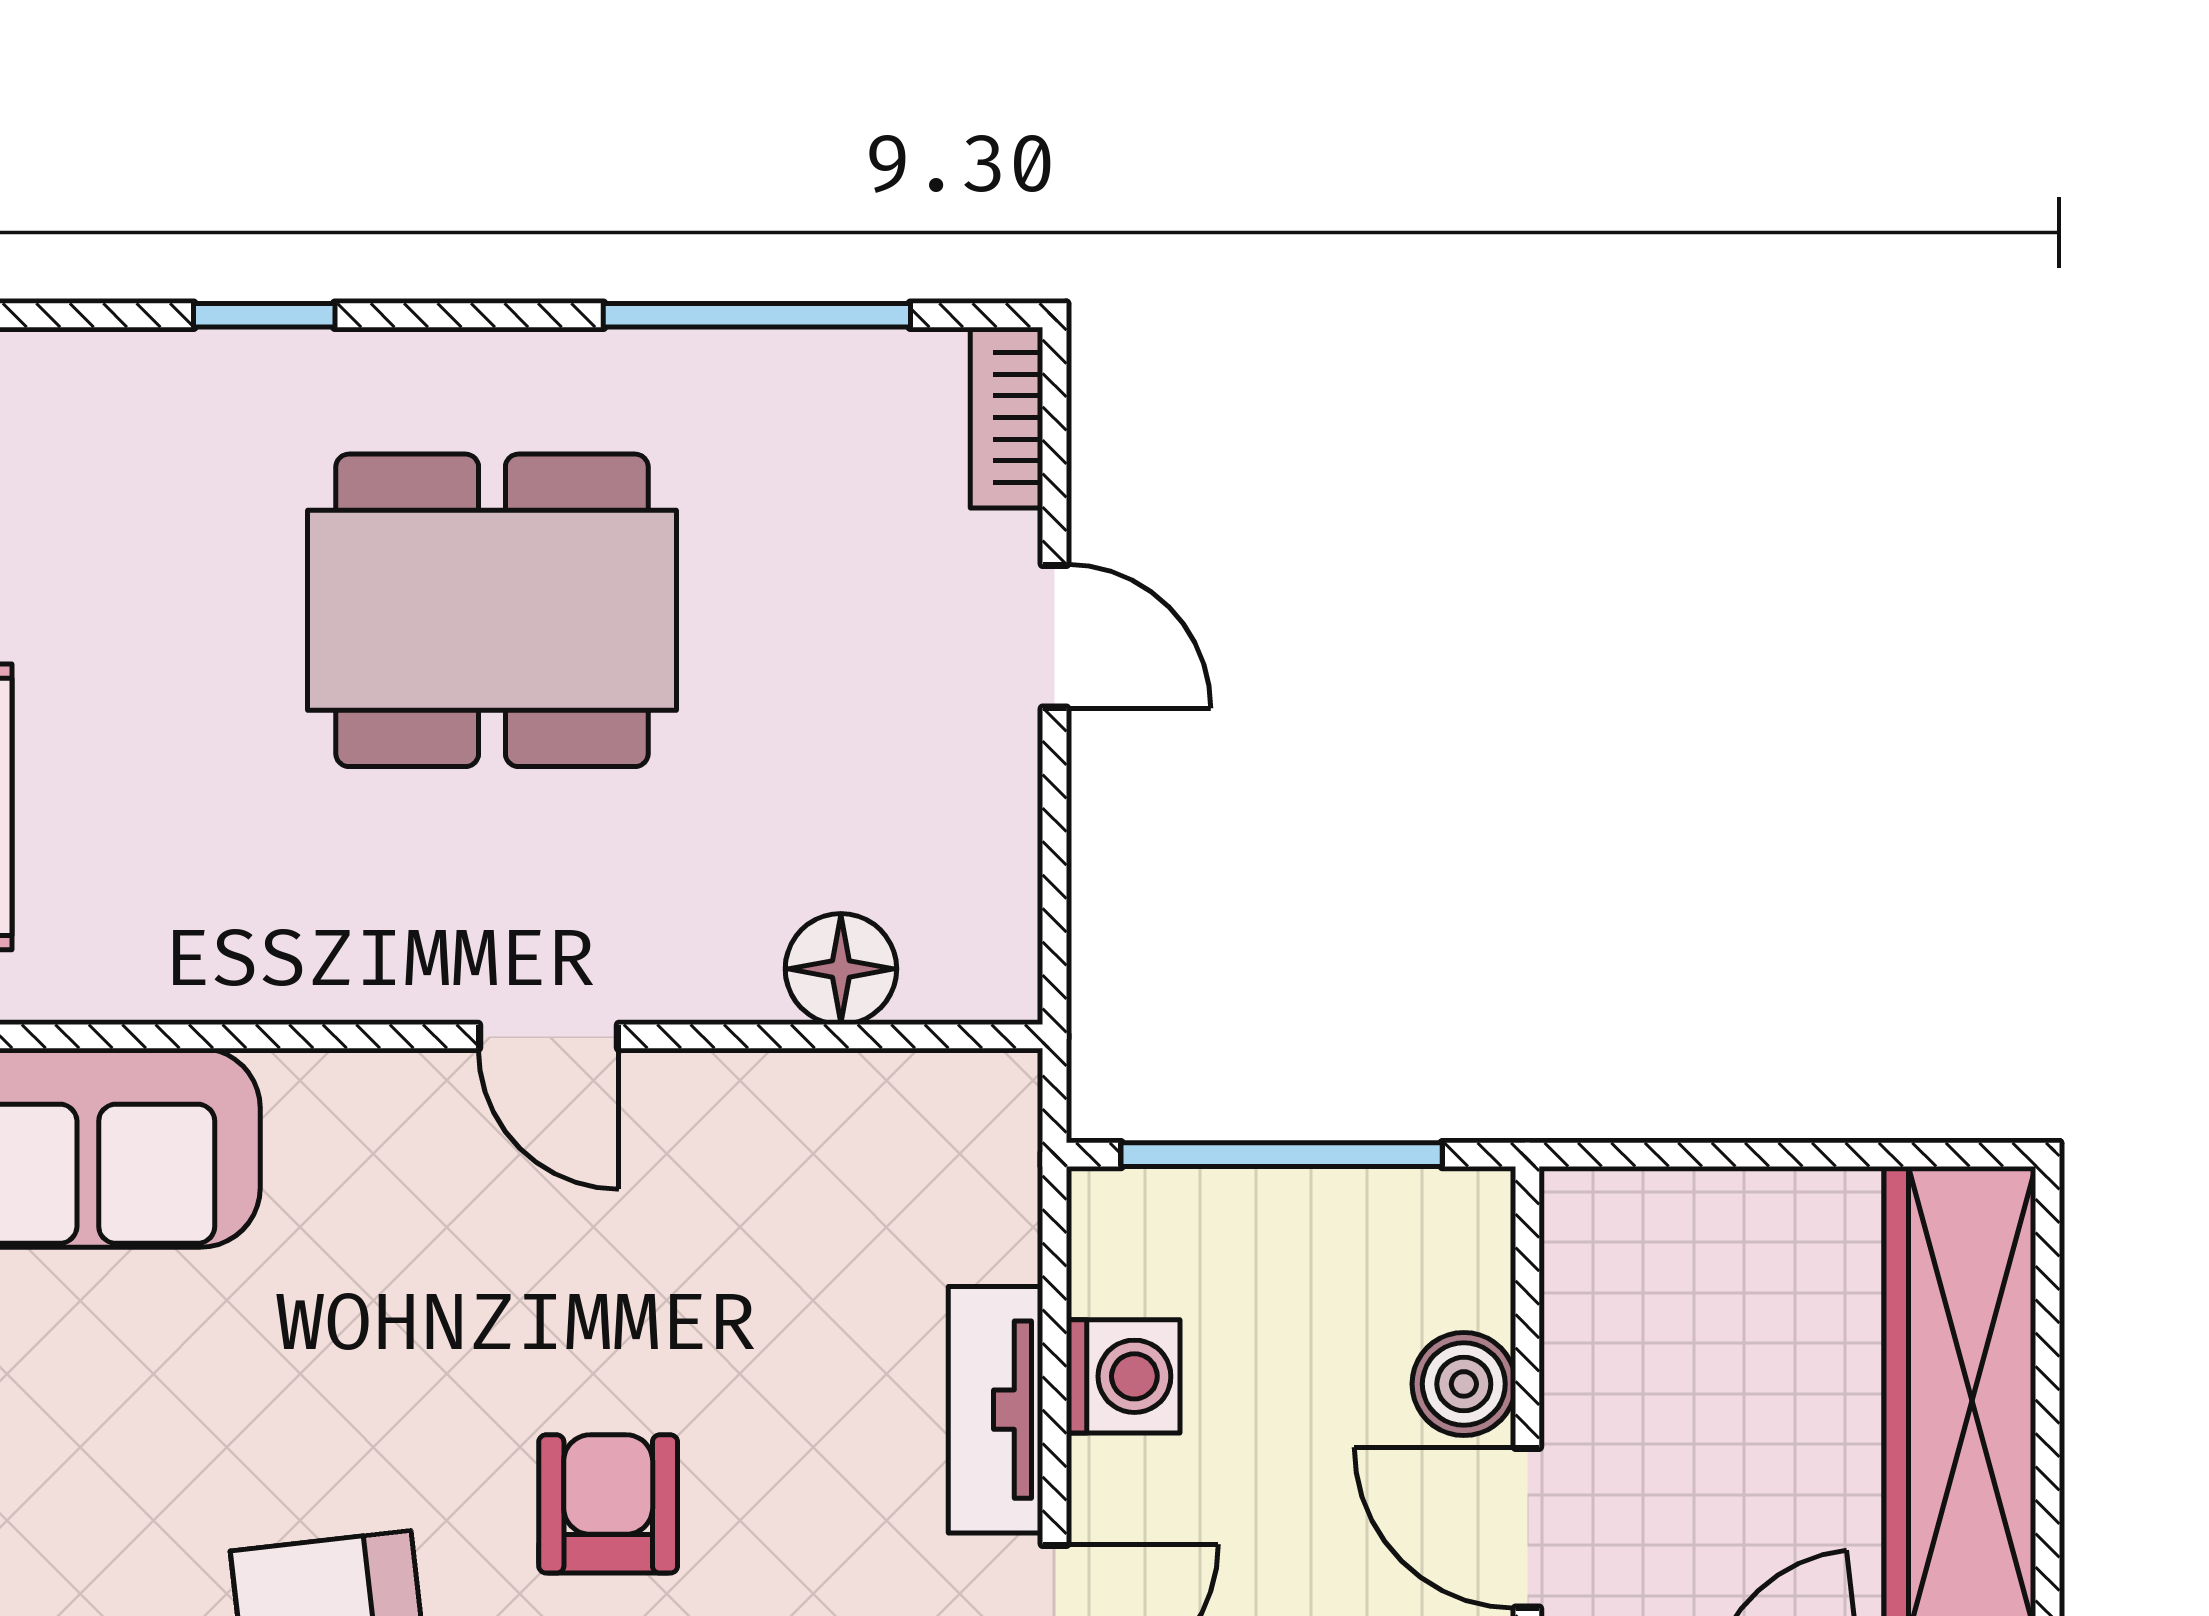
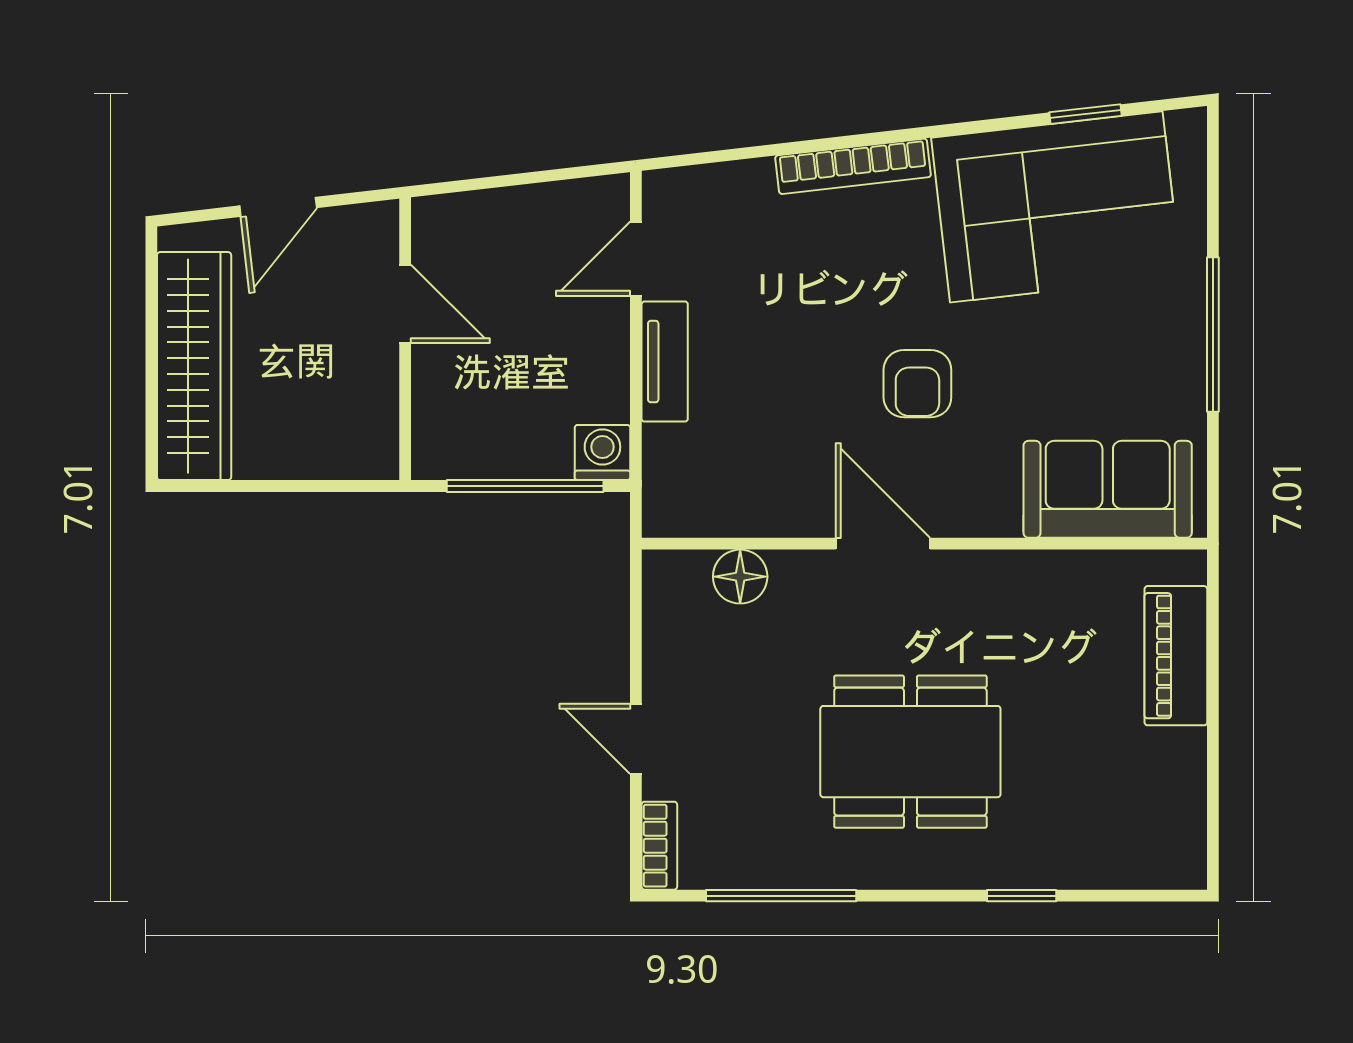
door: (549, 1036) -> (883, 544), width x1.38
washing machine: (1123, 1376) -> (602, 453), moved, turned 90
boiler: (1464, 1384) -> (436, 374), removed
armchair: (608, 1504) -> (917, 384), moved

